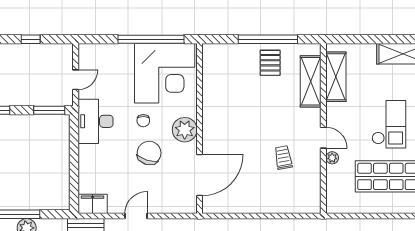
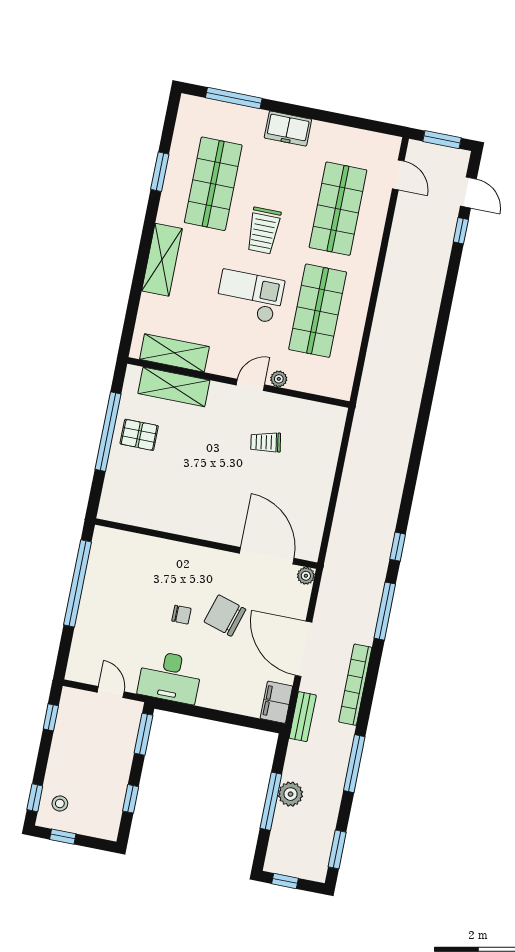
window: (31, 39) -> (51, 717), moved
corner desk: (165, 73) -> (125, 575), removed
plant: (185, 130) -> (306, 576), moved, width x0.53, depth x0.53
door: (136, 216) -> (304, 649), width x1.88

